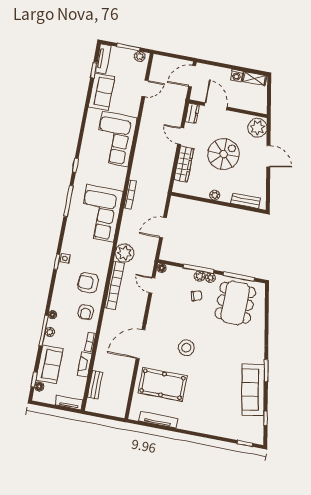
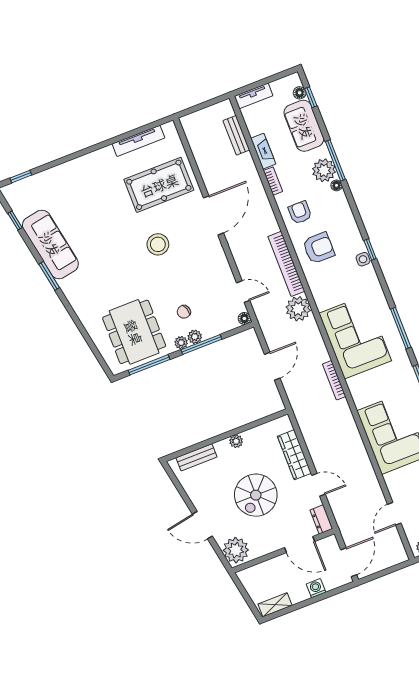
washing machine: (237, 76) -> (316, 588), moved
plant: (50, 332) -> (324, 170), width x1.88, depth x1.88

